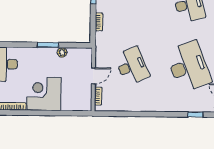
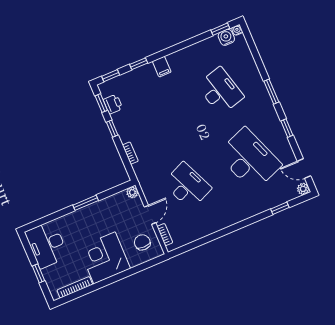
plant: (62, 52) -> (132, 192), moved
chair: (78, 94) -> (142, 242), added

